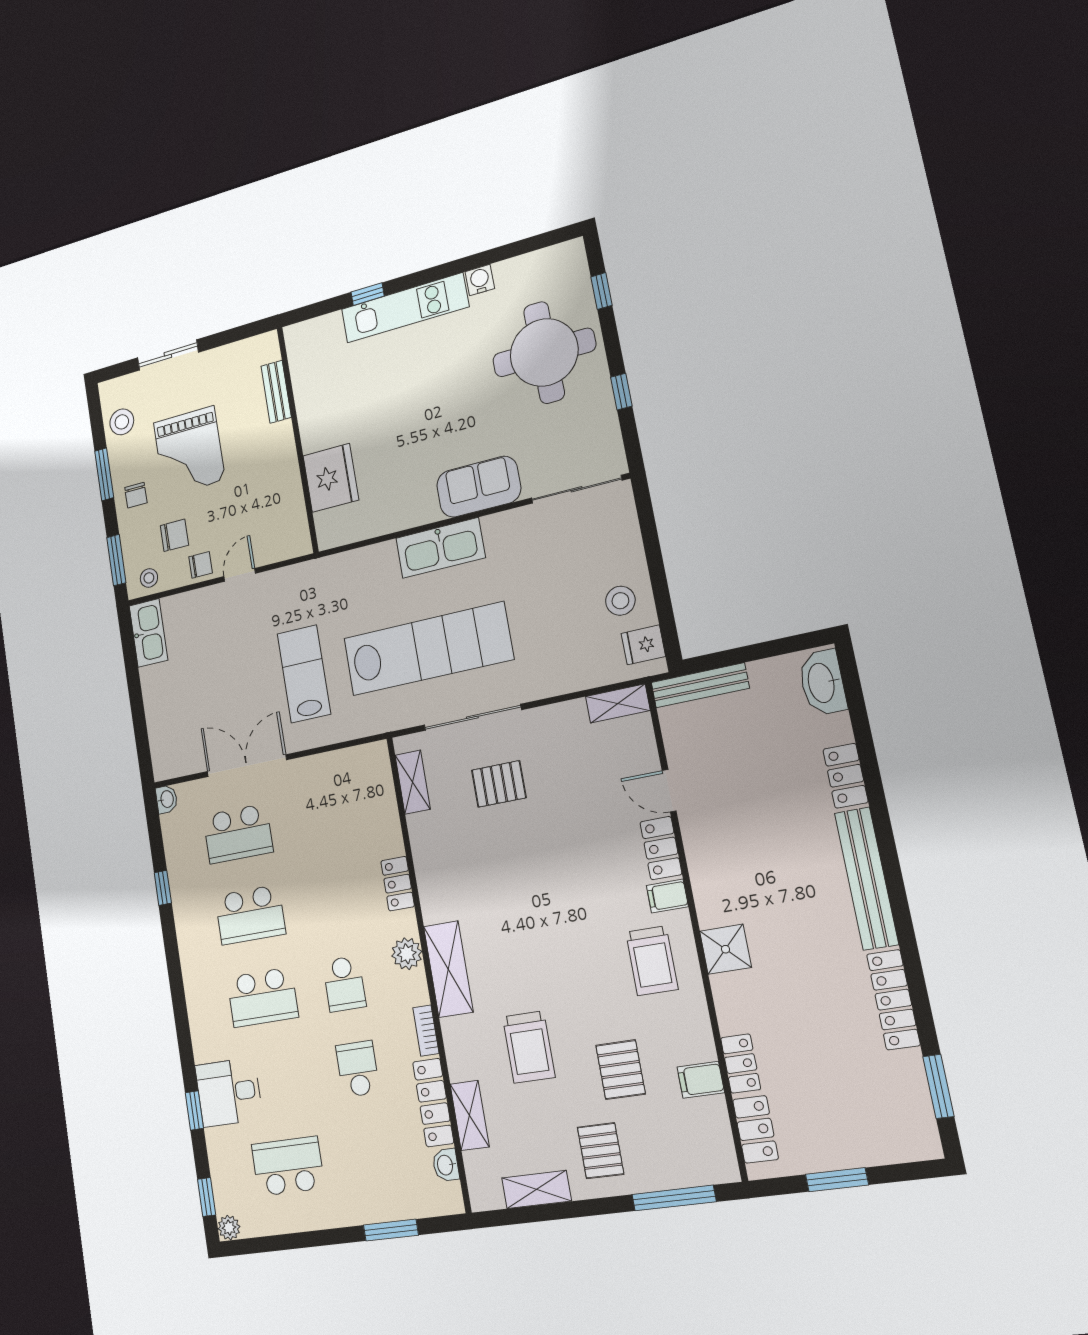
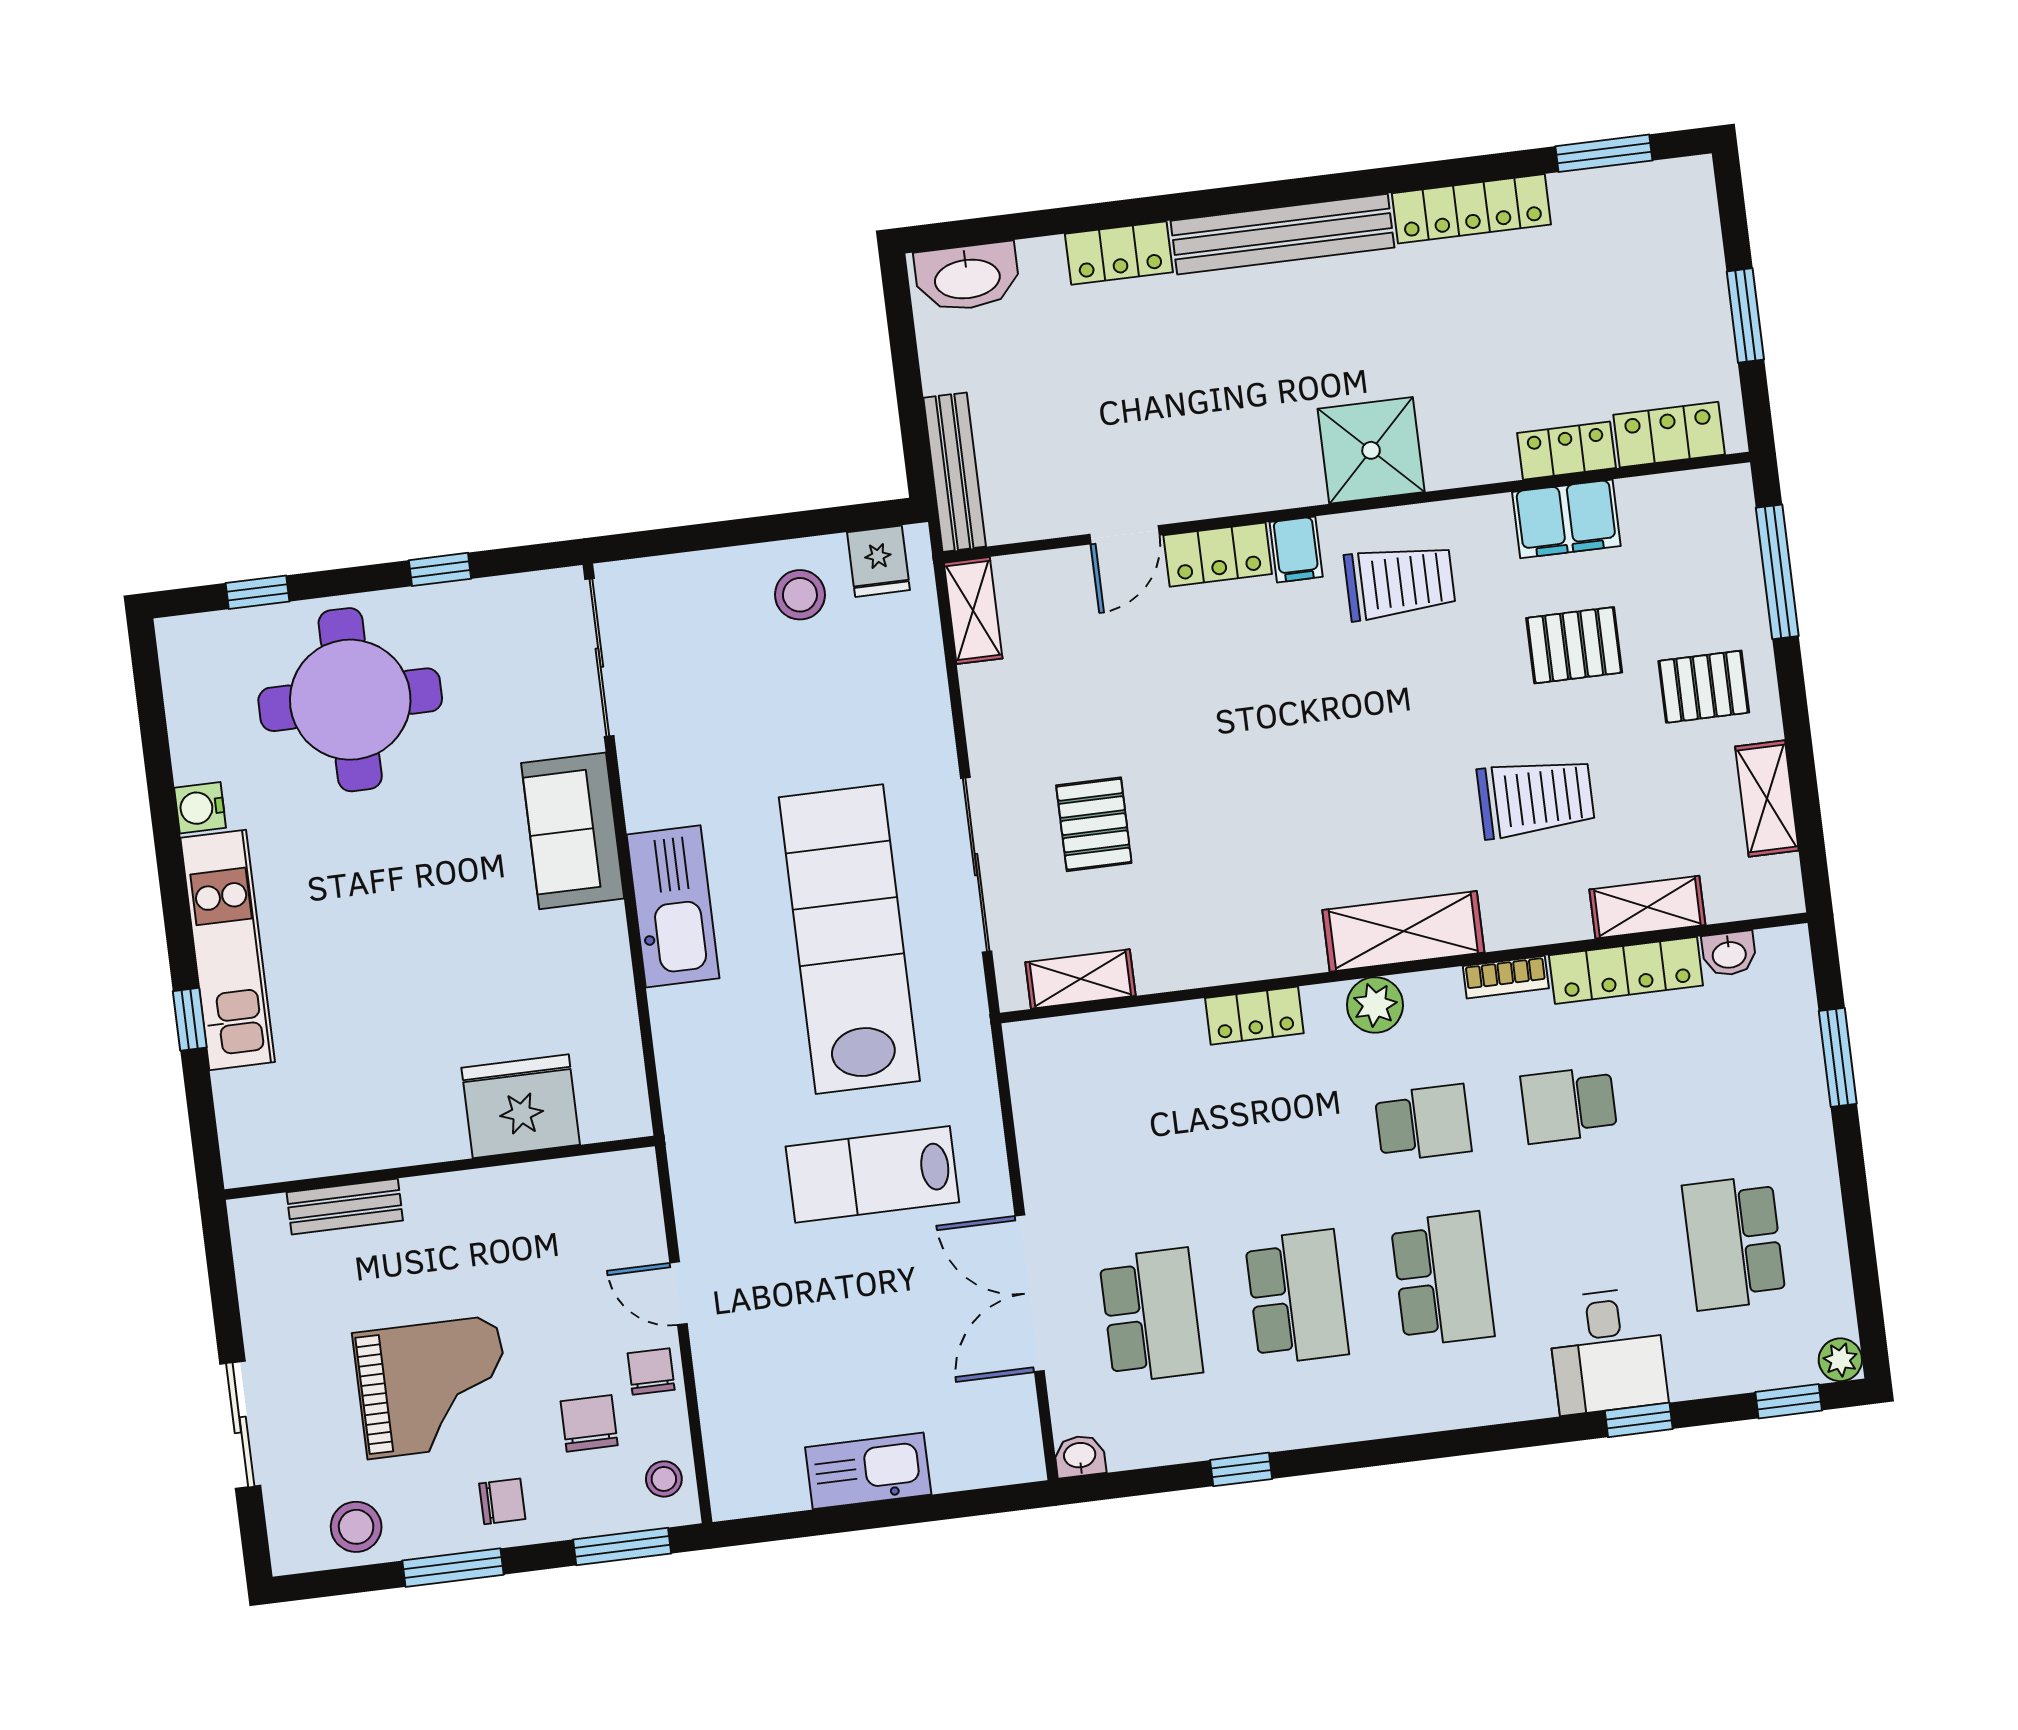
kitchen sink: (148, 633) -> (868, 1471), moved
shower: (725, 949) -> (1371, 450), width x1.36, depth x1.36
filing cabinet: (701, 1080) -> (1566, 519), width x2.00

